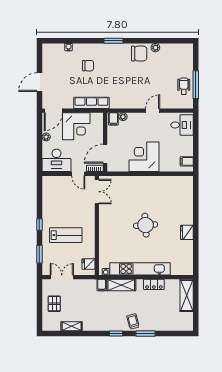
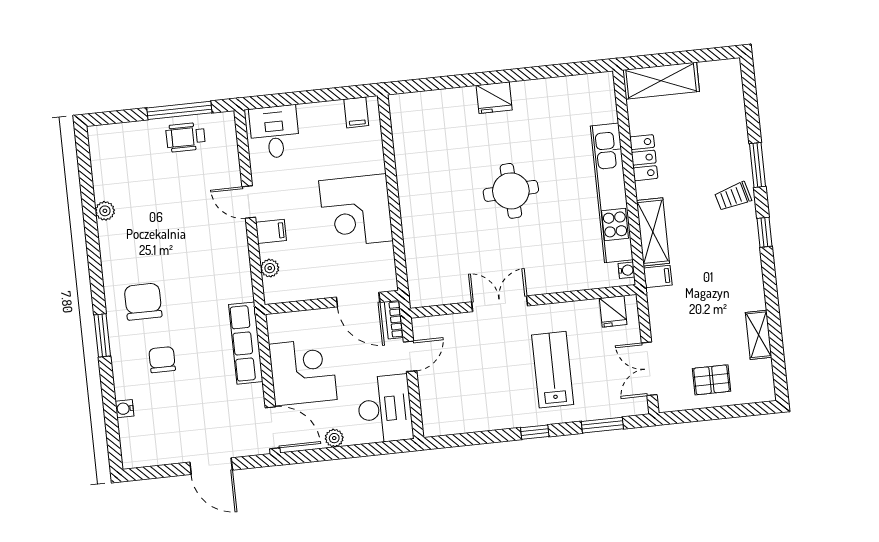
window: (114, 41) -> (102, 335), moved
chair: (139, 54) -> (143, 302), moved
filing cabinet: (113, 119) -> (271, 231), moved
double door: (97, 192) -> (500, 304), moved
fridge: (187, 232) -> (494, 98), moved

